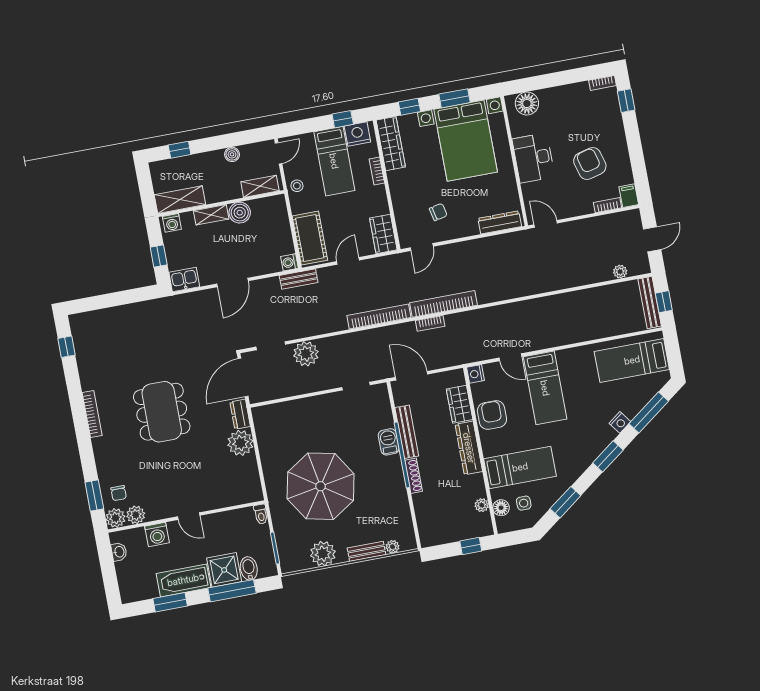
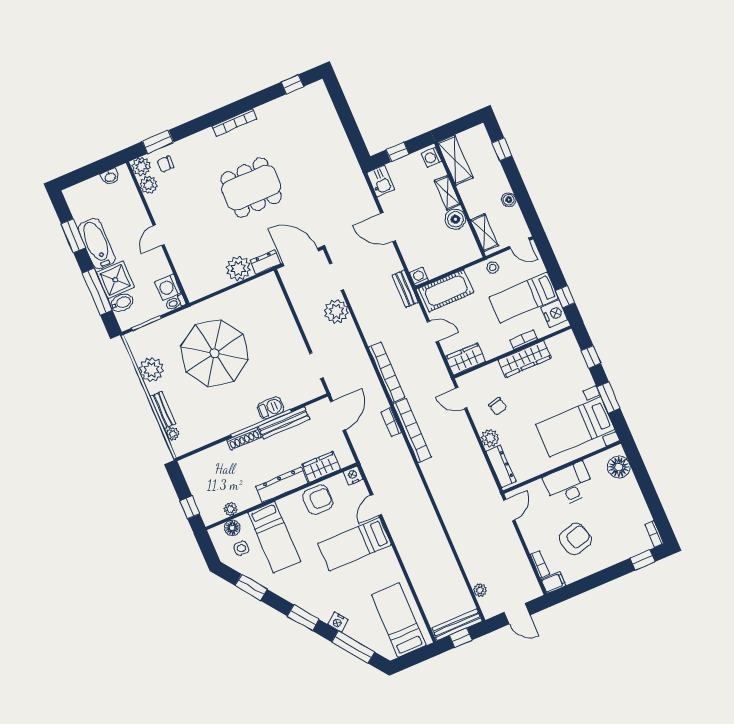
bed with nightstands: (466, 141) -> (575, 427), width x0.73
wardrobe: (391, 144) -> (525, 359), moved
plant: (469, 227) -> (490, 438), added
washing machine: (157, 534) -> (168, 287), moved

